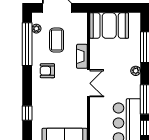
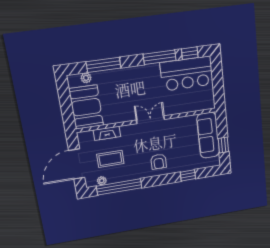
fireplace: (82, 56) -> (107, 133), moved
armchair: (47, 71) -> (159, 162), moved
plant: (136, 71) -> (86, 78), moved

